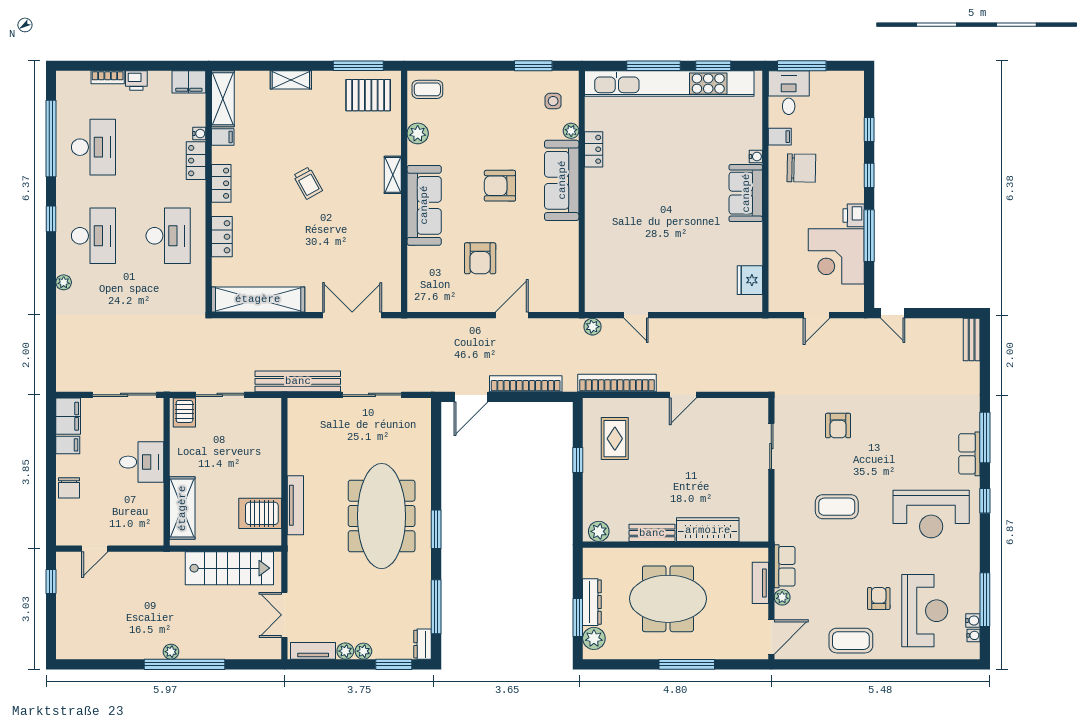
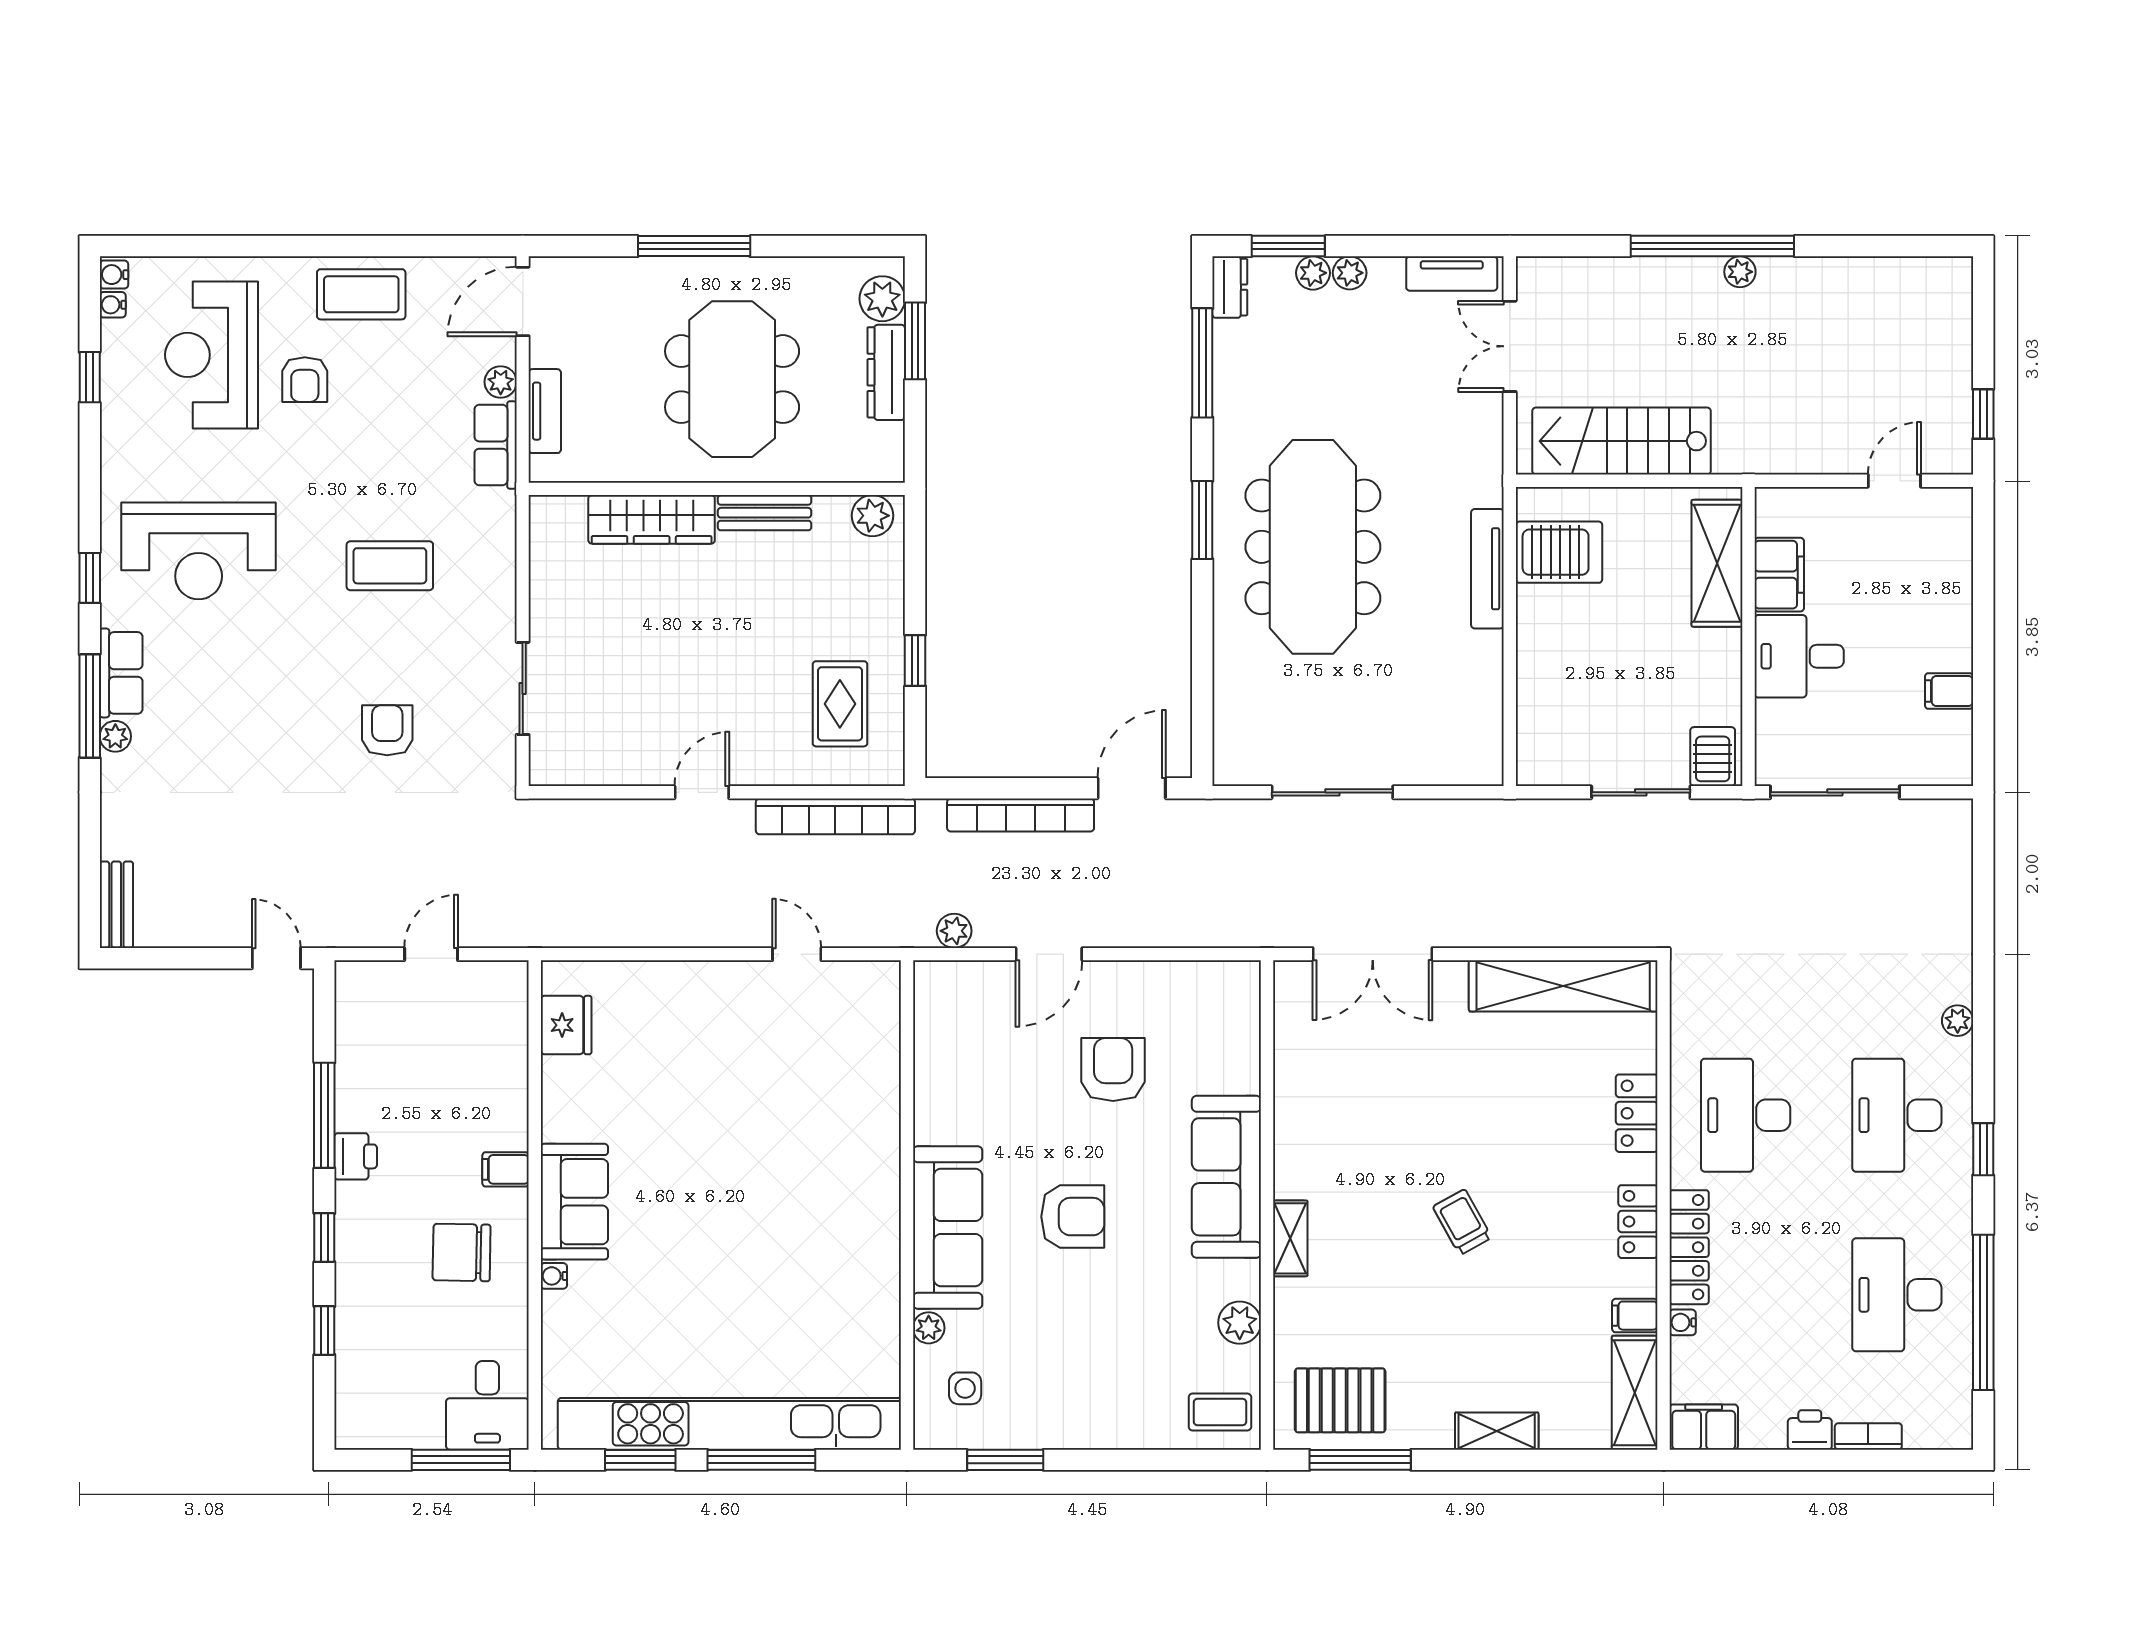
filing cabinet: (780, 137) -> (506, 1169), moved
locker: (594, 149) -> (883, 1290), removed
locker: (196, 161) -> (1689, 1247), width x1.53
corner desk: (836, 256) -> (391, 1073), removed
plant: (592, 327) -> (954, 931), moved
bench: (298, 381) -> (1483, 820), removed
filing cabinet: (68, 416) -> (1779, 575), moved, turned 180
plant: (972, 423) -> (115, 736), added
chair: (69, 488) -> (1947, 604), removed
reception desk: (931, 514) -> (199, 551), turned 180
meeting table: (668, 599) -> (732, 379), turned 90
window: (985, 600) -> (90, 377), width x0.46
double door: (284, 615) -> (1510, 346), swing flipped
water cooler: (973, 621) -> (114, 275), moved
plant: (345, 651) -> (1313, 273), moved

